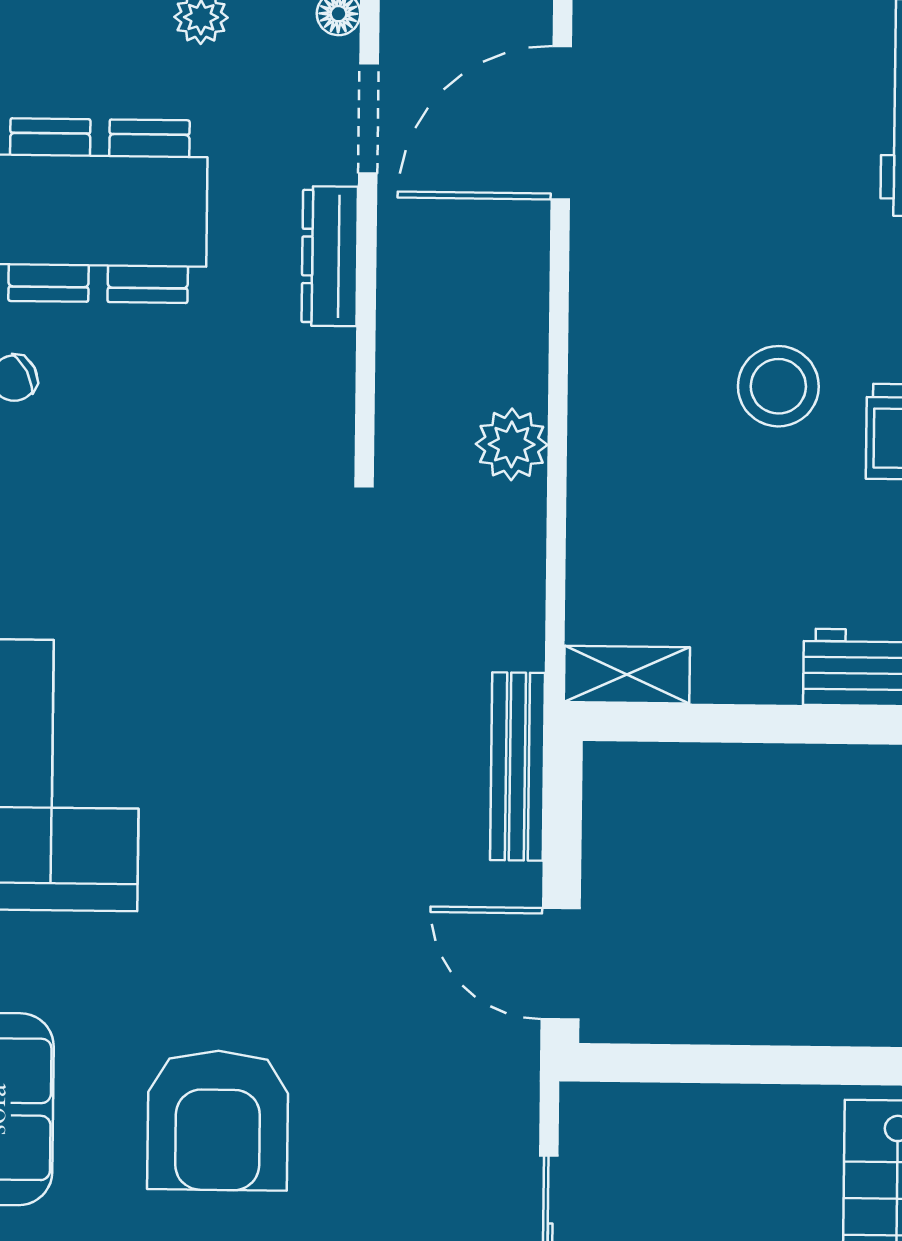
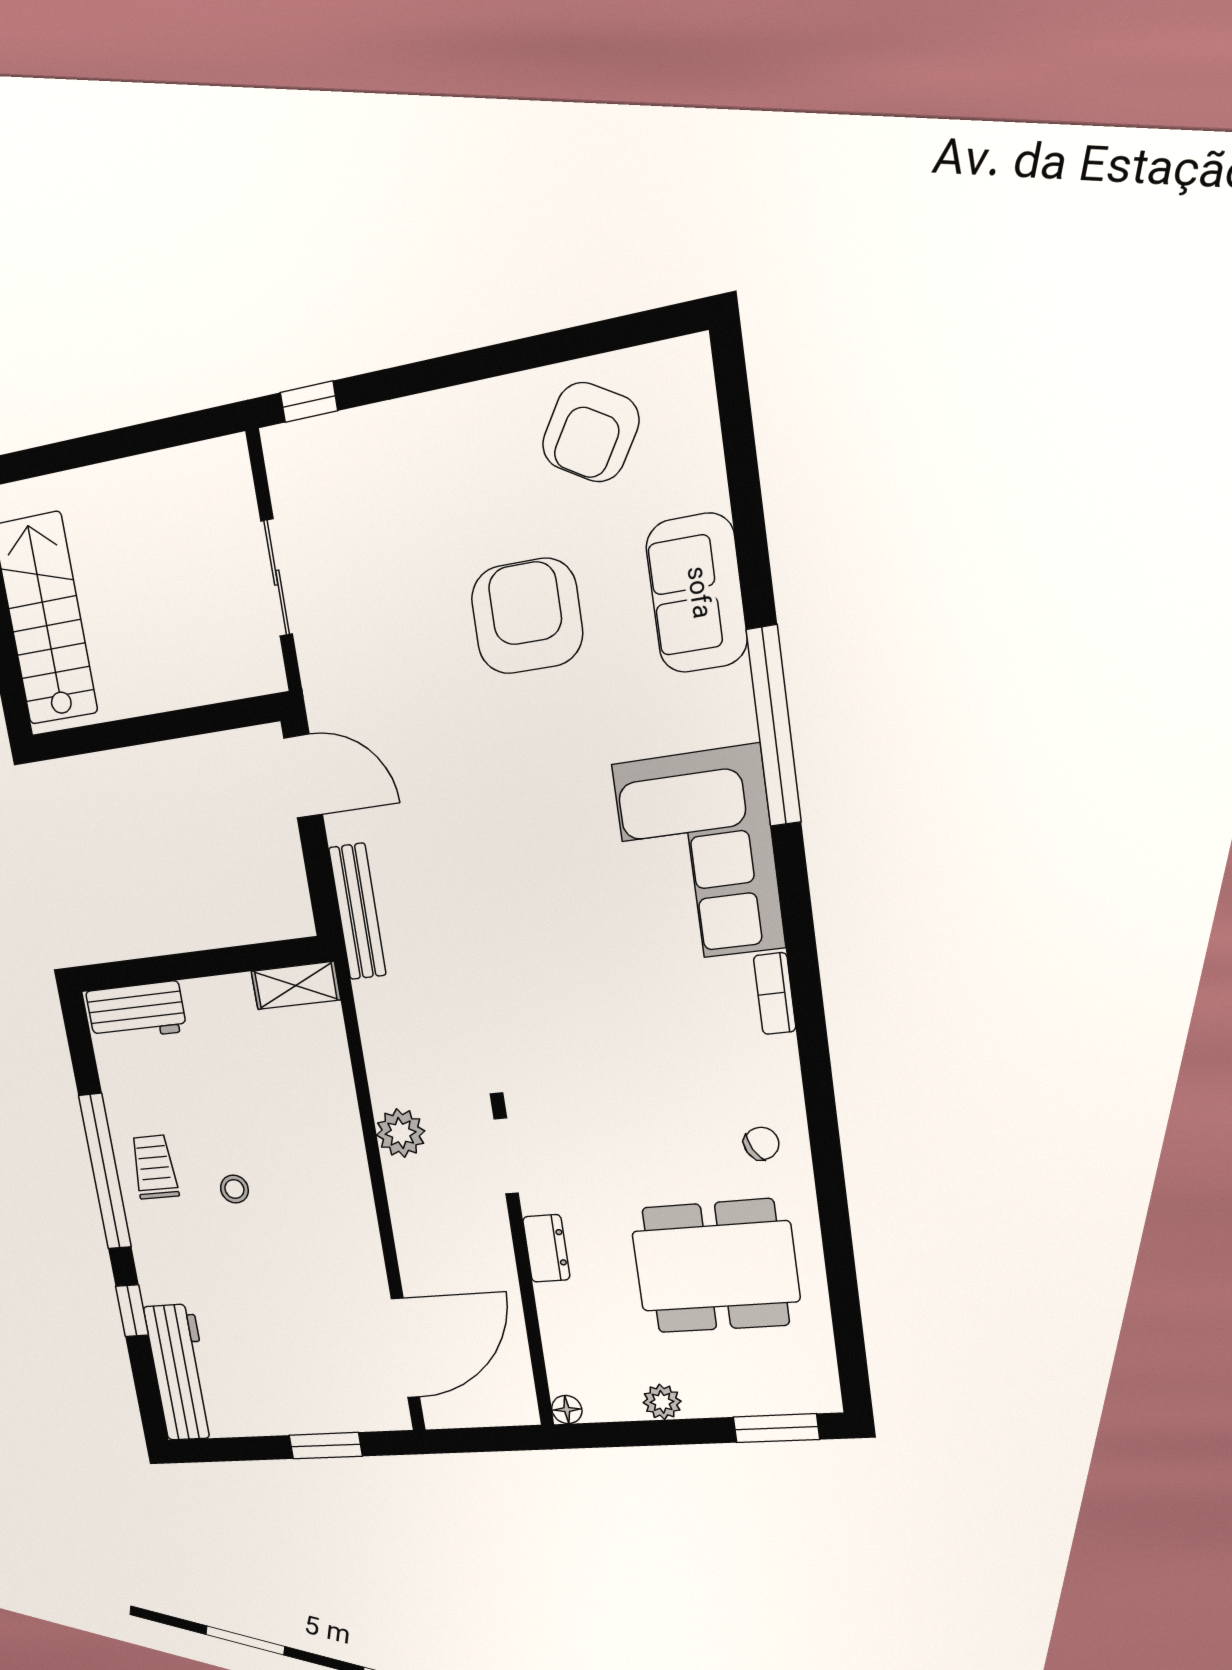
doorway: (368, 118) -> (506, 1156), moved
dresser: (330, 256) -> (546, 1248), width x0.70
stool: (778, 386) -> (234, 1189), width x0.53, depth x0.53

